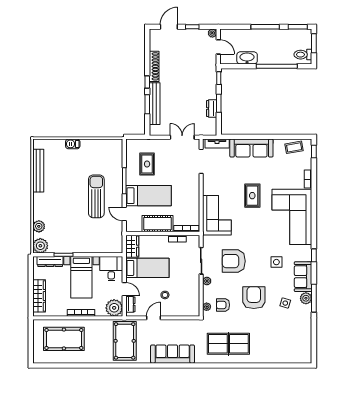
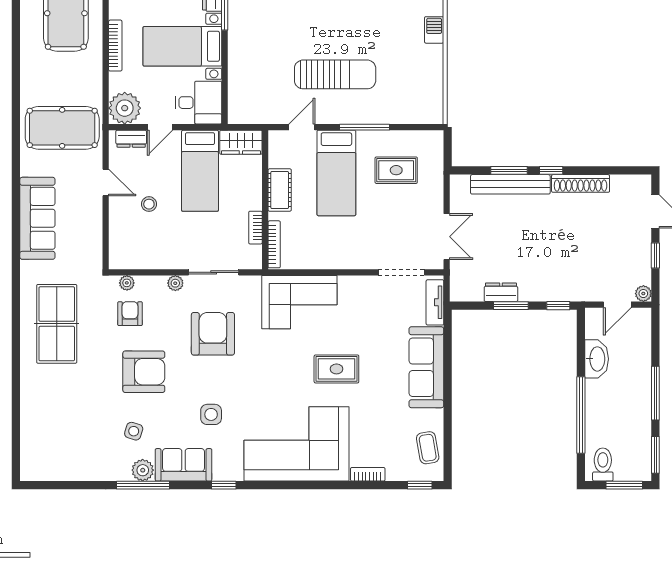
cot: (158, 224) -> (280, 190), width x0.73, depth x0.75

